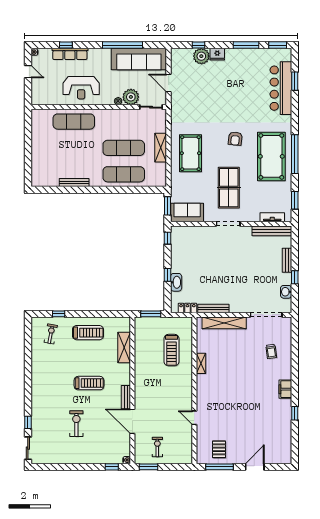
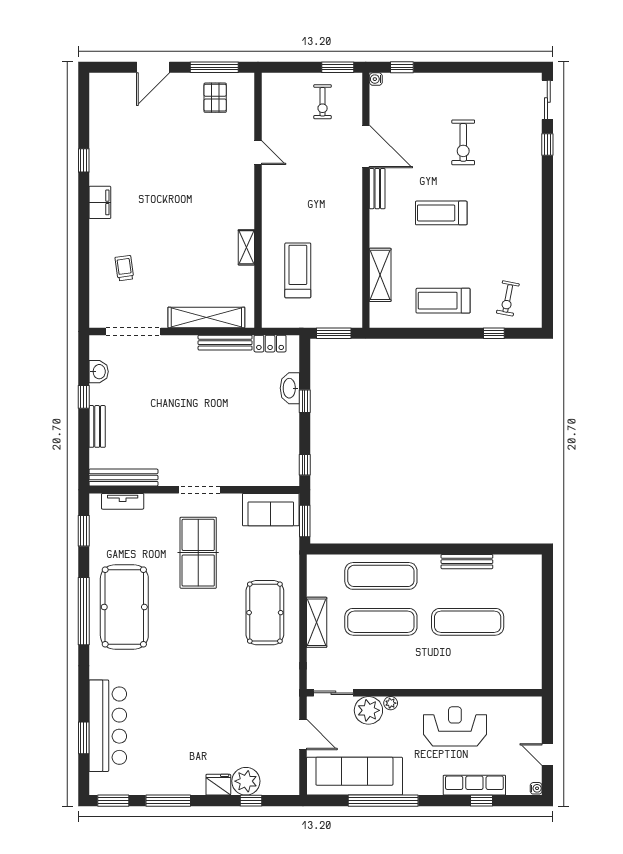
exercise mat: (74, 122) -> (468, 622), moved
armchair: (235, 139) -> (187, 638), removed

